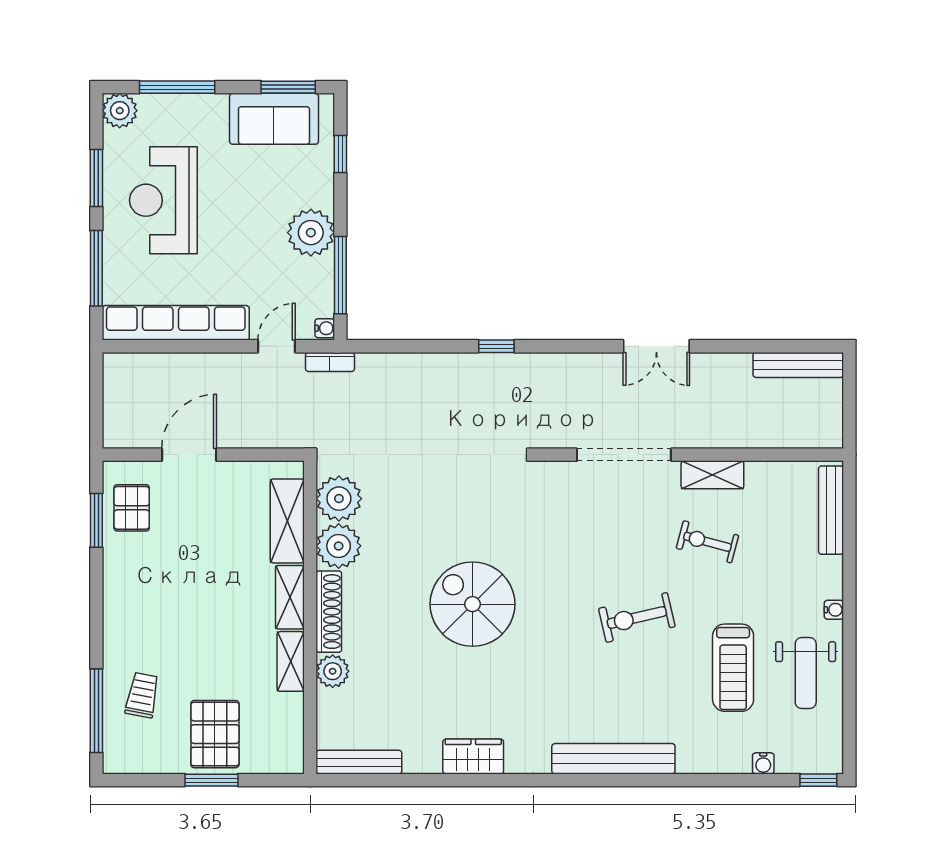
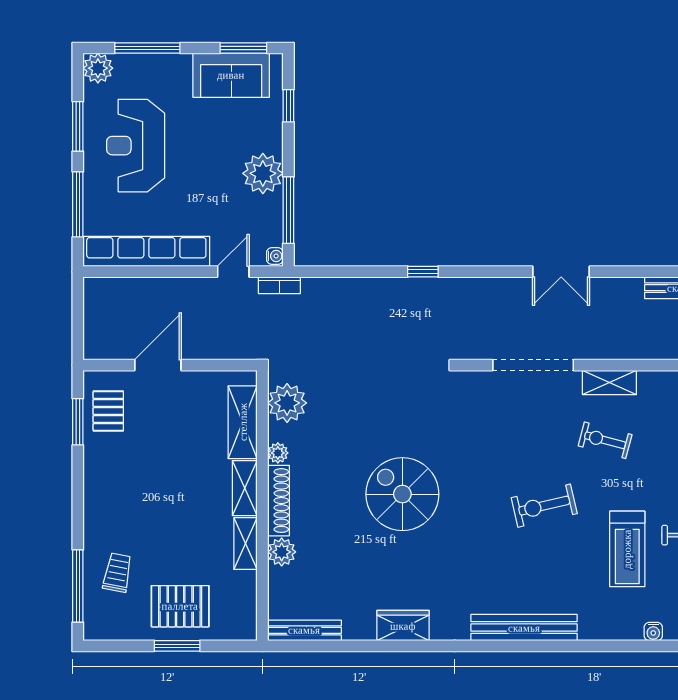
plant: (339, 546) -> (278, 453), width x0.53, depth x0.53
pallet: (215, 734) -> (180, 606), turned 90

